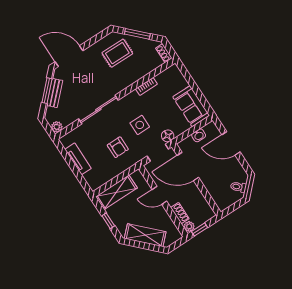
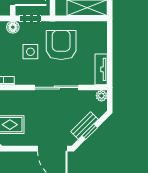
window: (47, 91) -> (90, 132), width x0.67
armchair: (118, 147) -> (61, 45), width x1.88, depth x1.88
tv unit: (78, 159) -> (101, 69), moved

